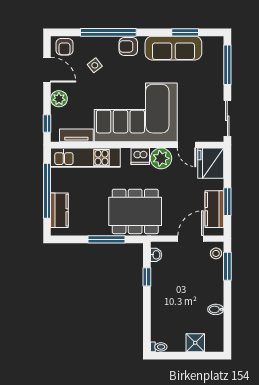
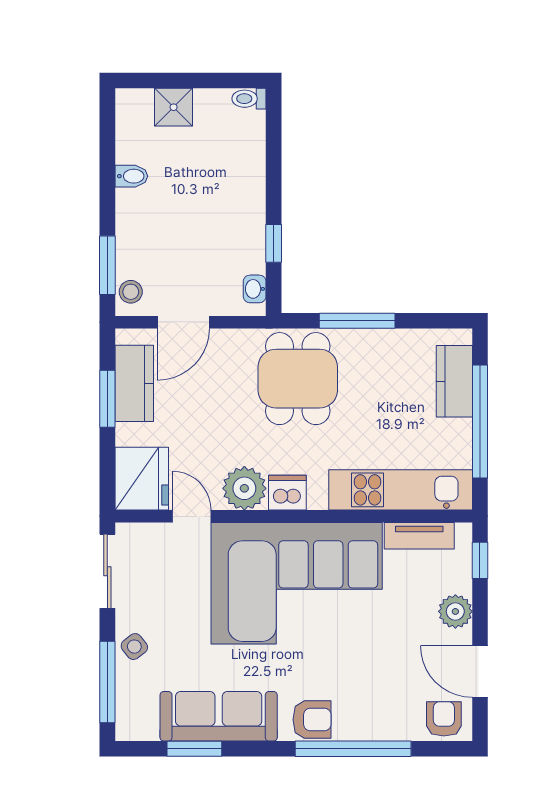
side table: (95, 65) -> (134, 647), moved
dining table: (135, 211) -> (298, 379), width x0.73

